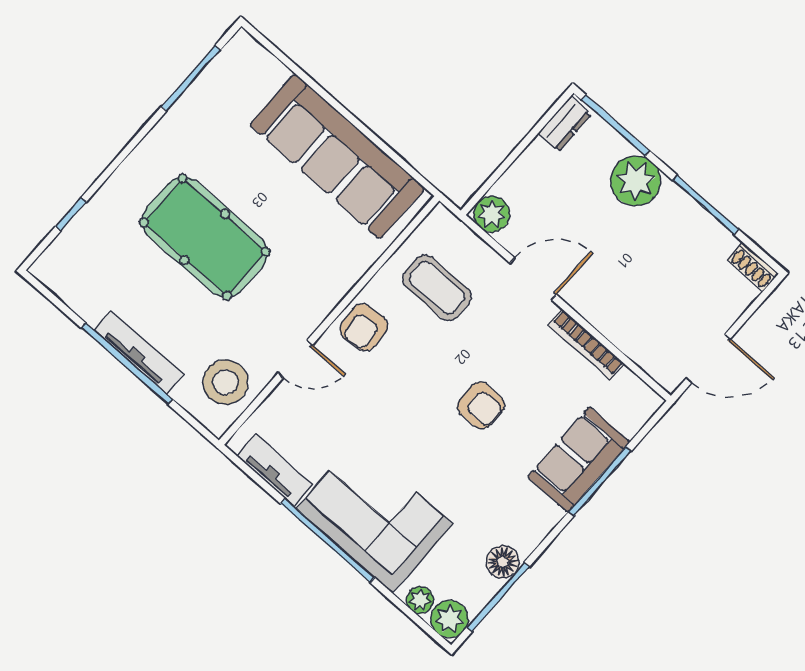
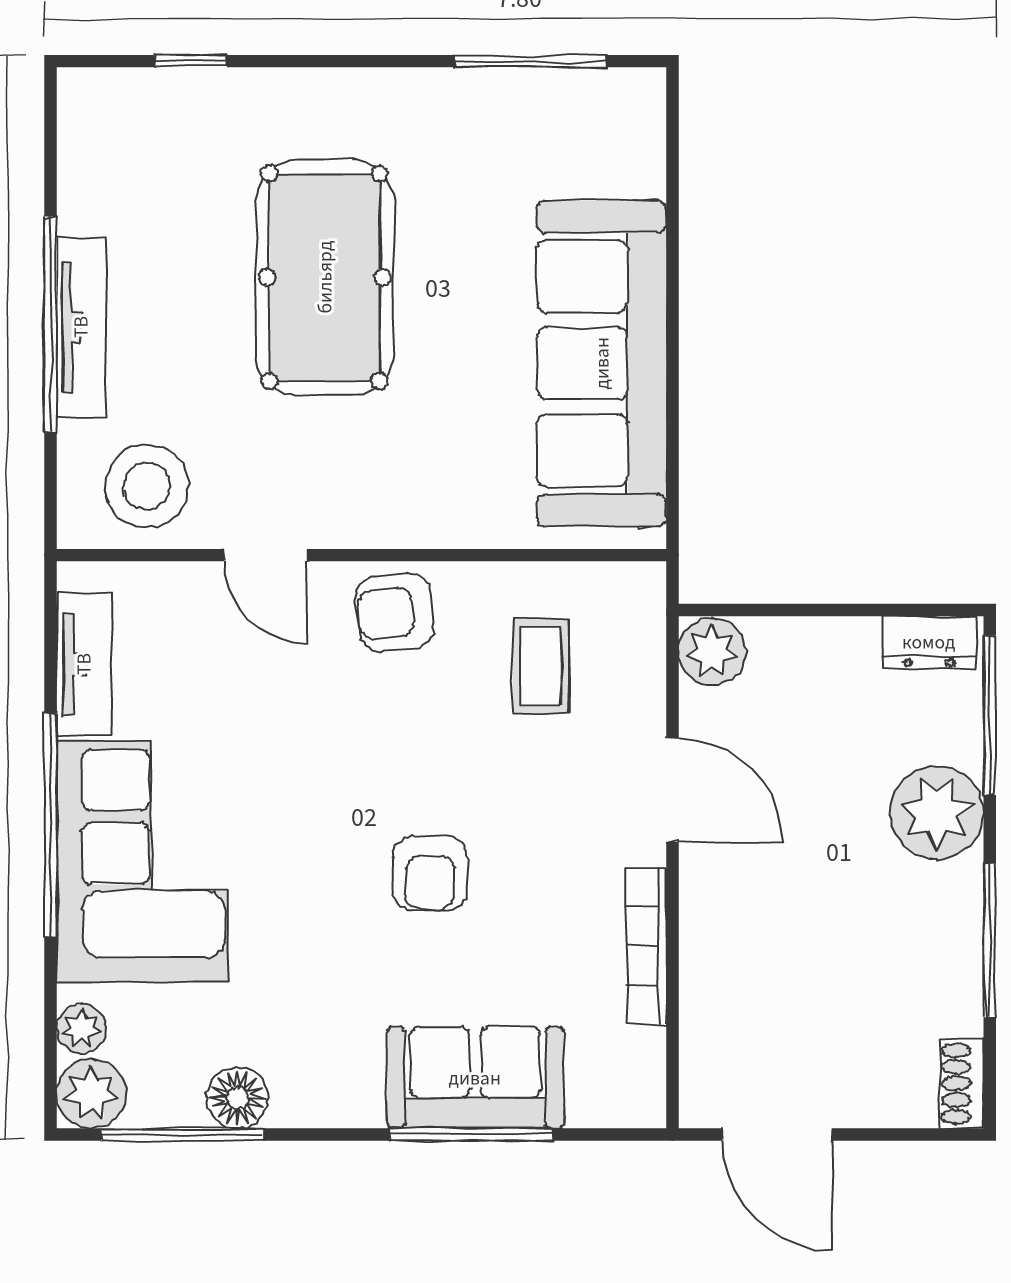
coffee table: (437, 288) -> (541, 666), width x0.73, depth x0.77

